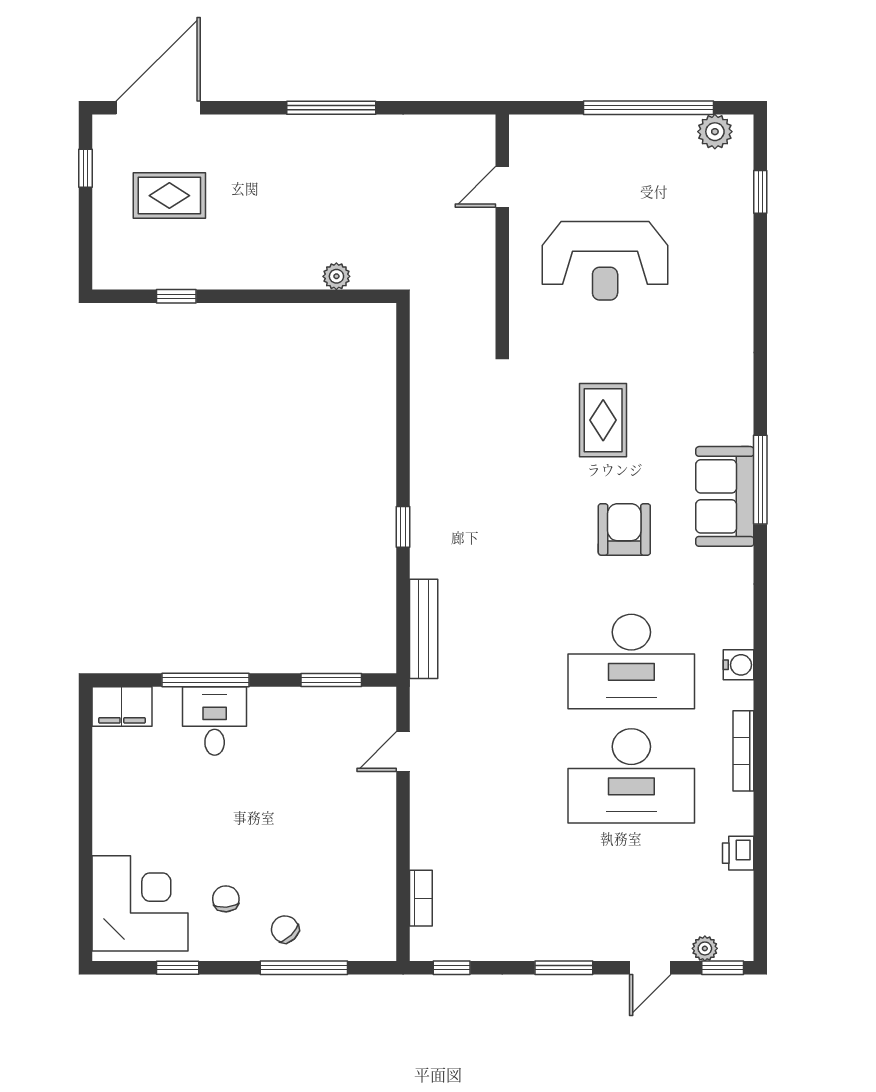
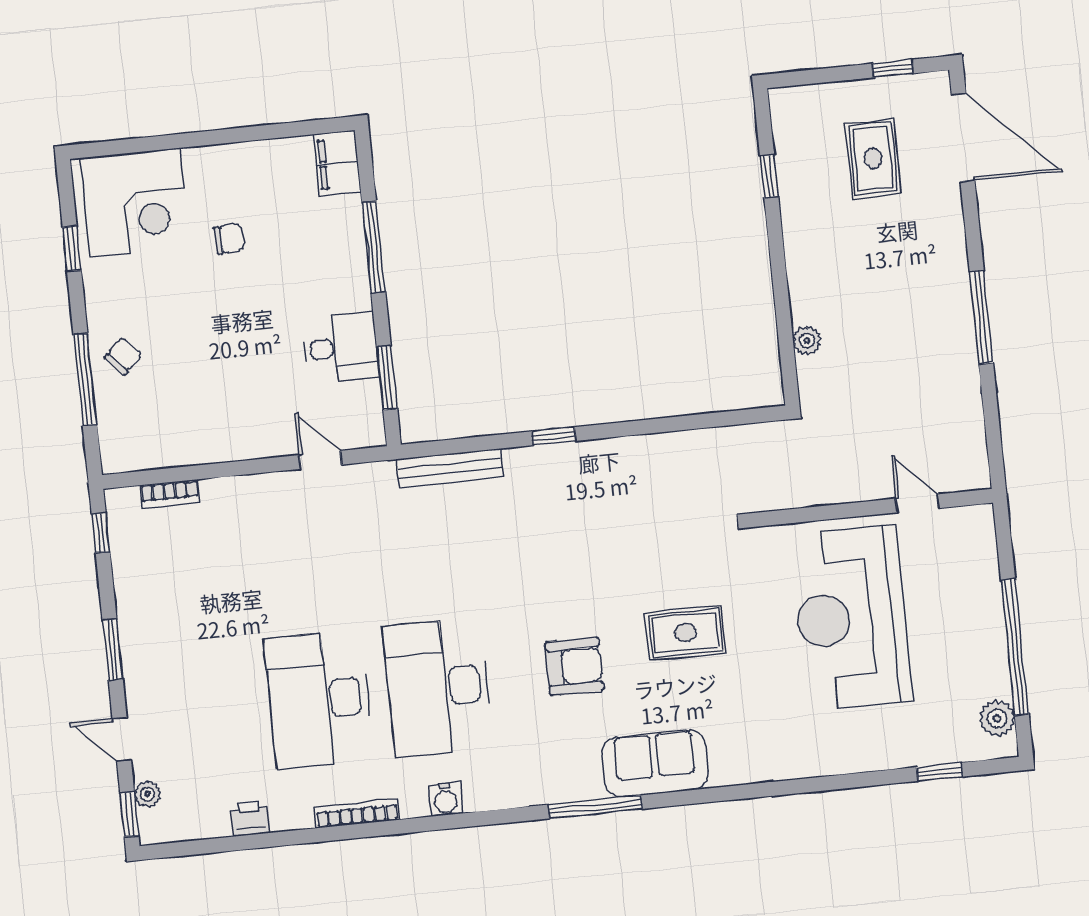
reception desk: (605, 261) -> (851, 618), width x1.36, depth x1.30
window: (760, 480) -> (595, 807), moved
sofa: (725, 496) -> (655, 764), moved
desk: (215, 721) -> (341, 348), moved
chair: (226, 899) -> (229, 239), moved

